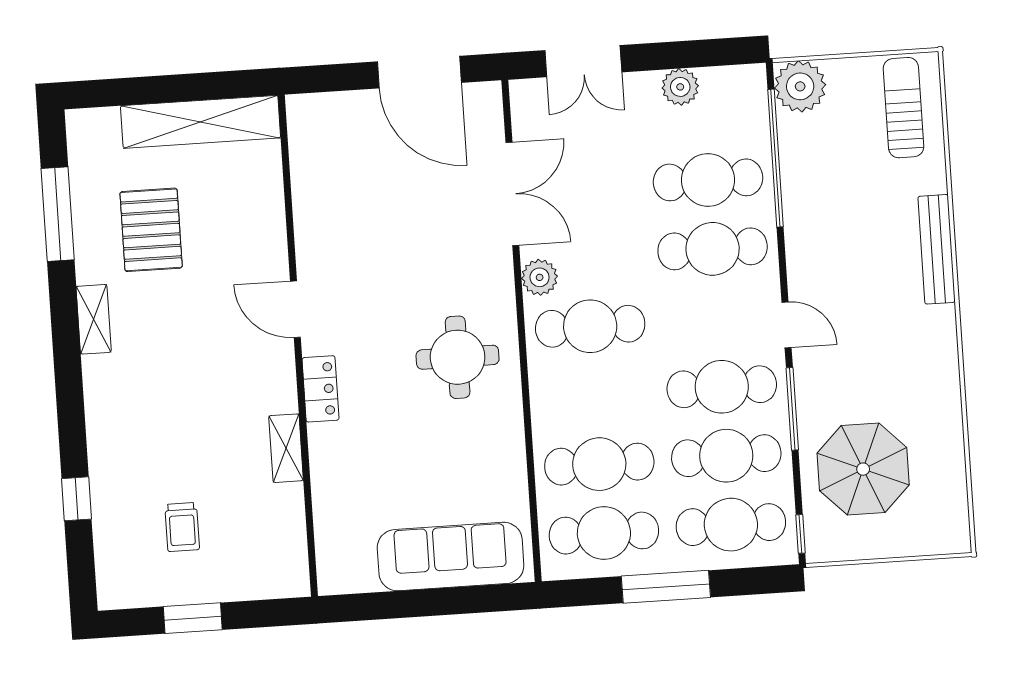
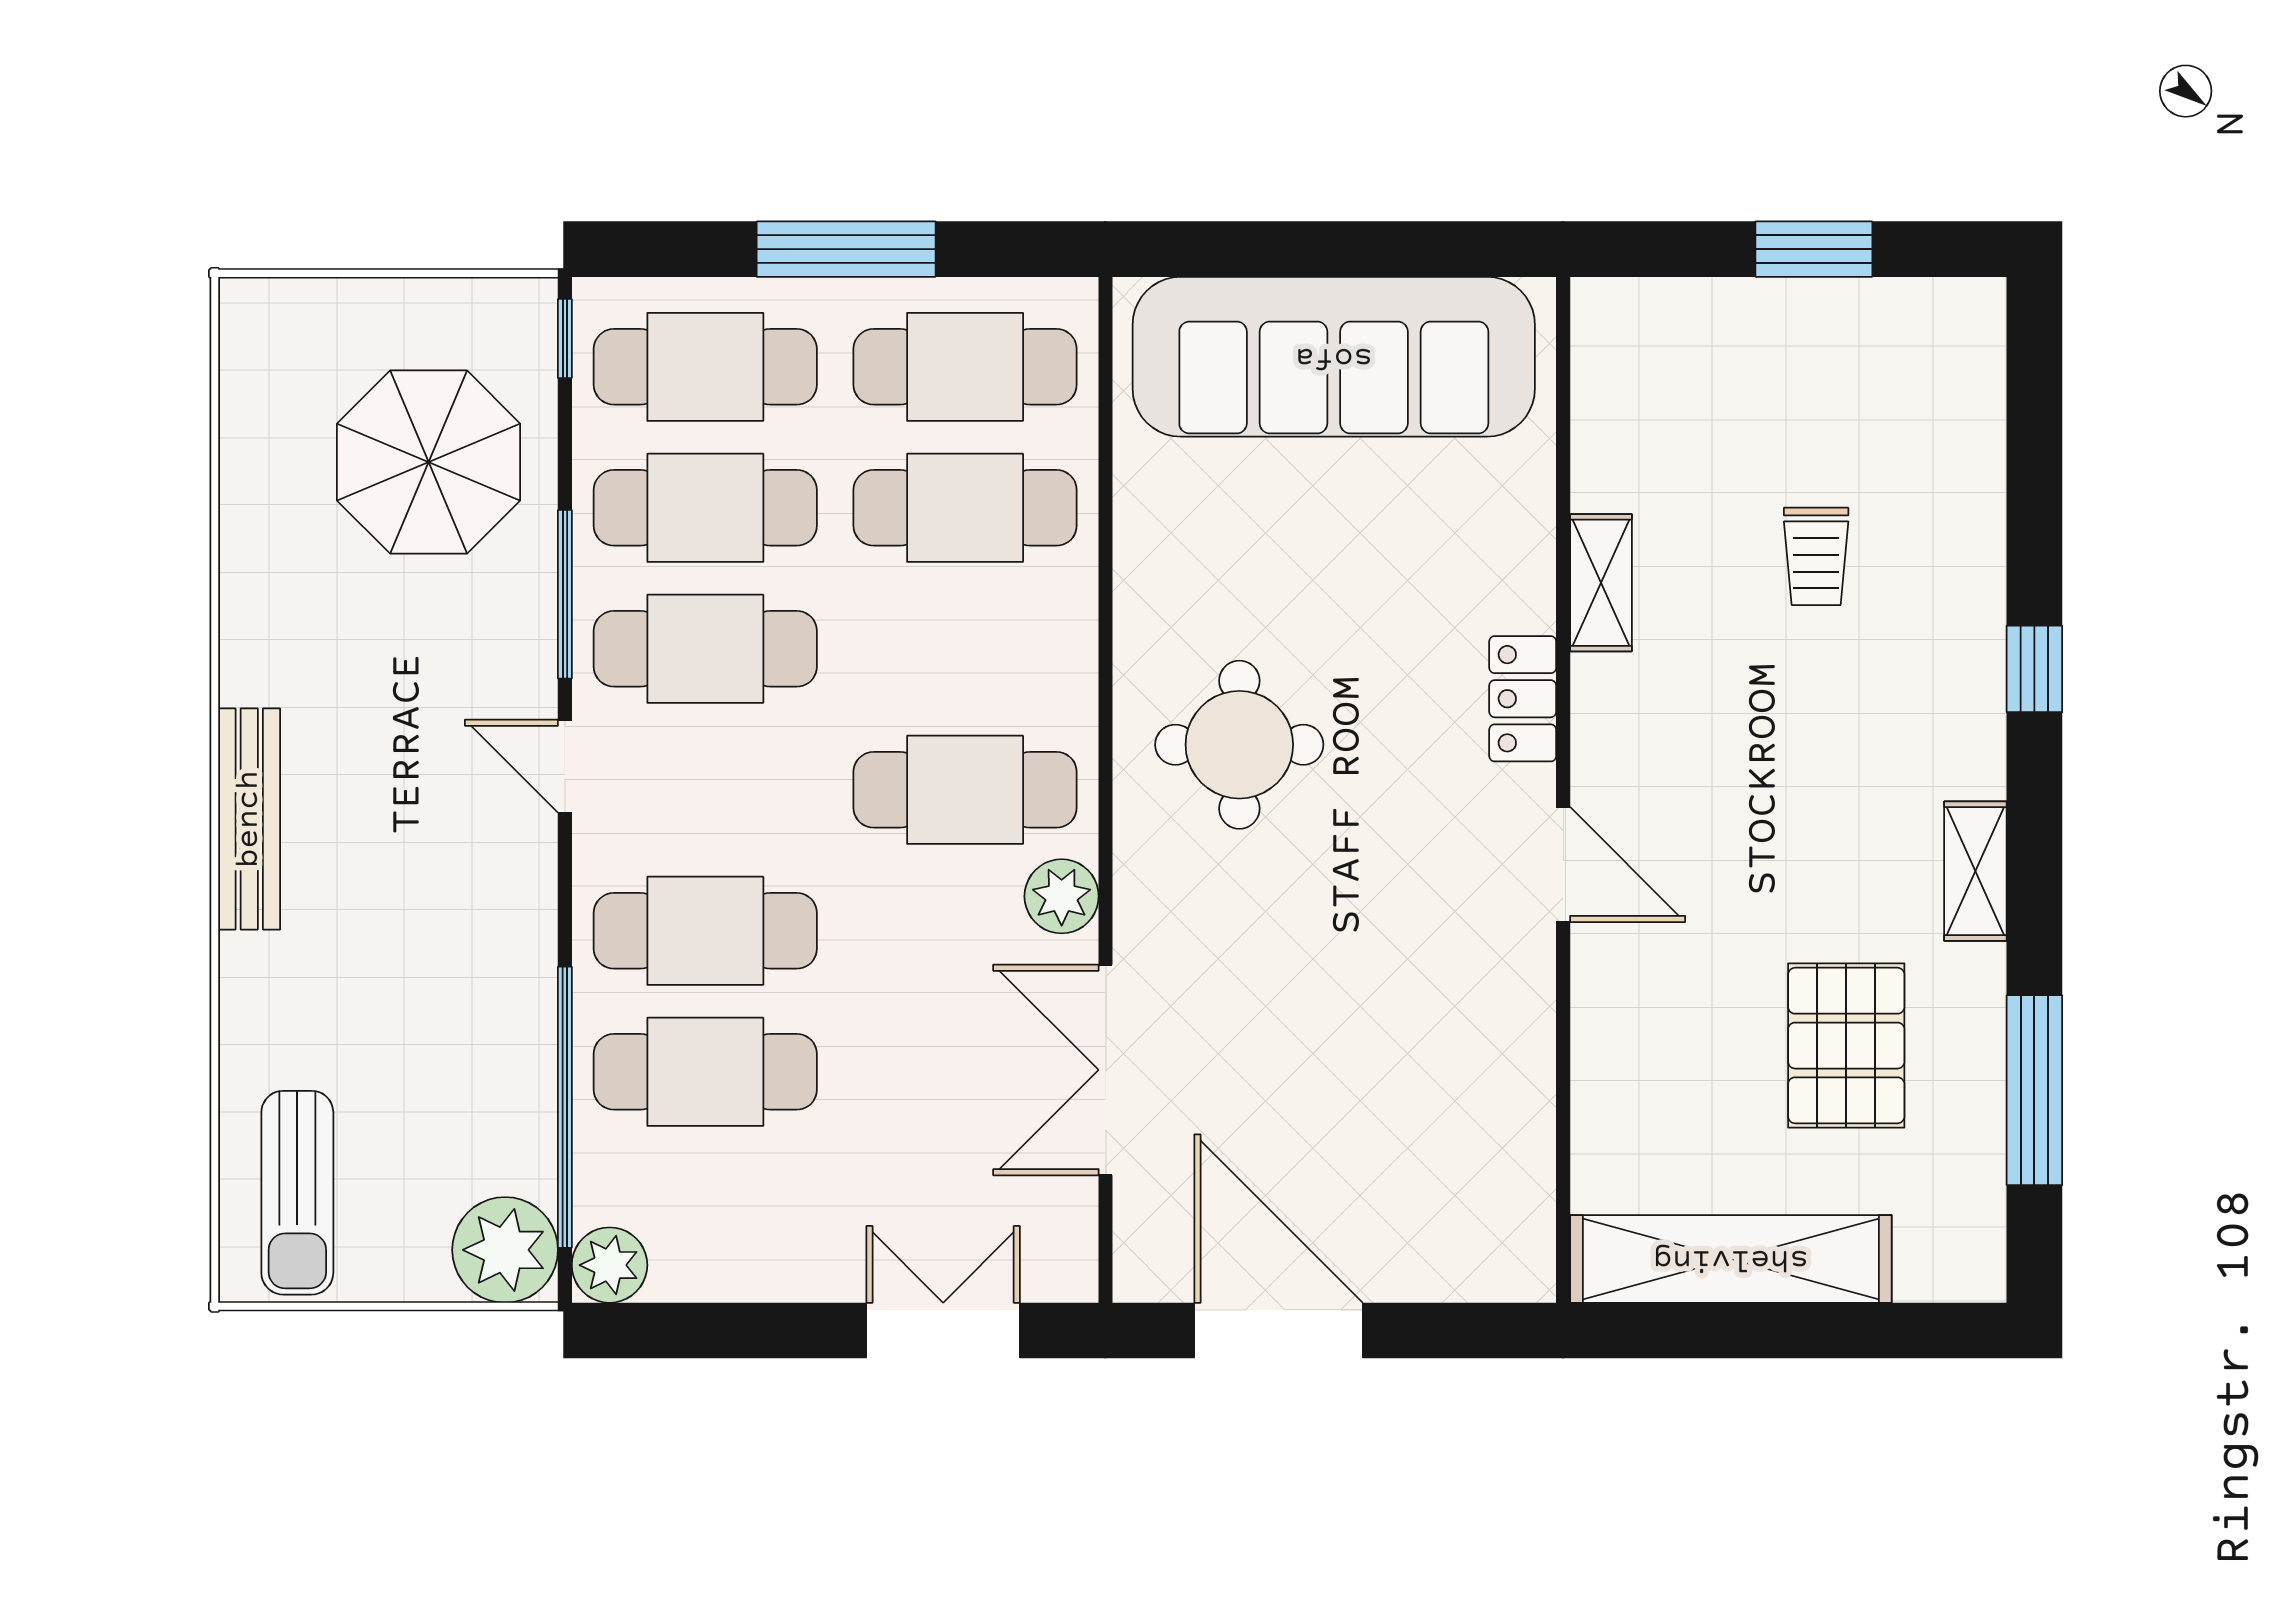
plant: (680, 87) -> (610, 1265), moved
bench: (937, 249) -> (249, 819), moved
window: (77, 499) -> (2034, 669), moved
trolley: (182, 527) -> (1816, 556), moved, turned 180
sofa: (451, 557) -> (1334, 357), width x1.36, depth x1.27

